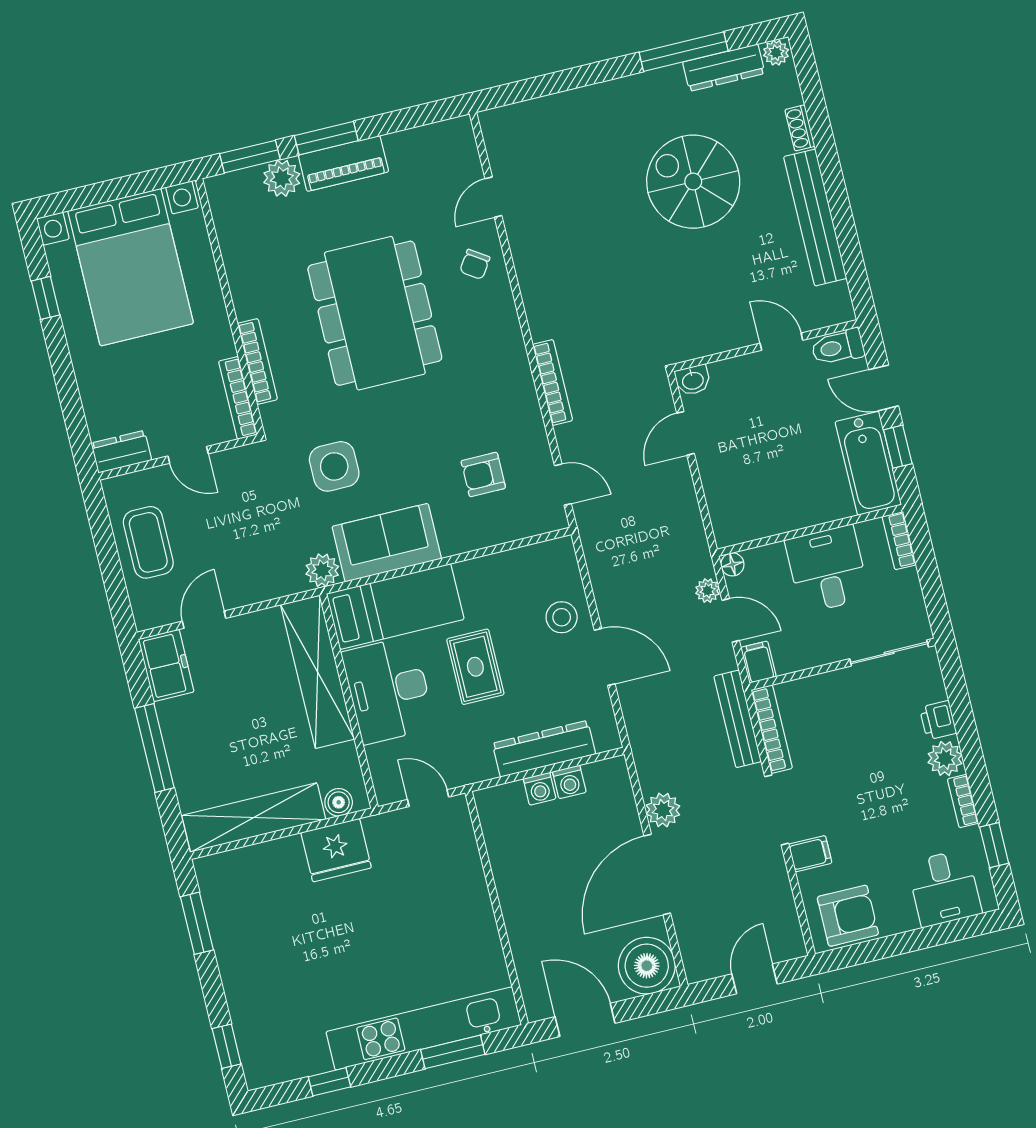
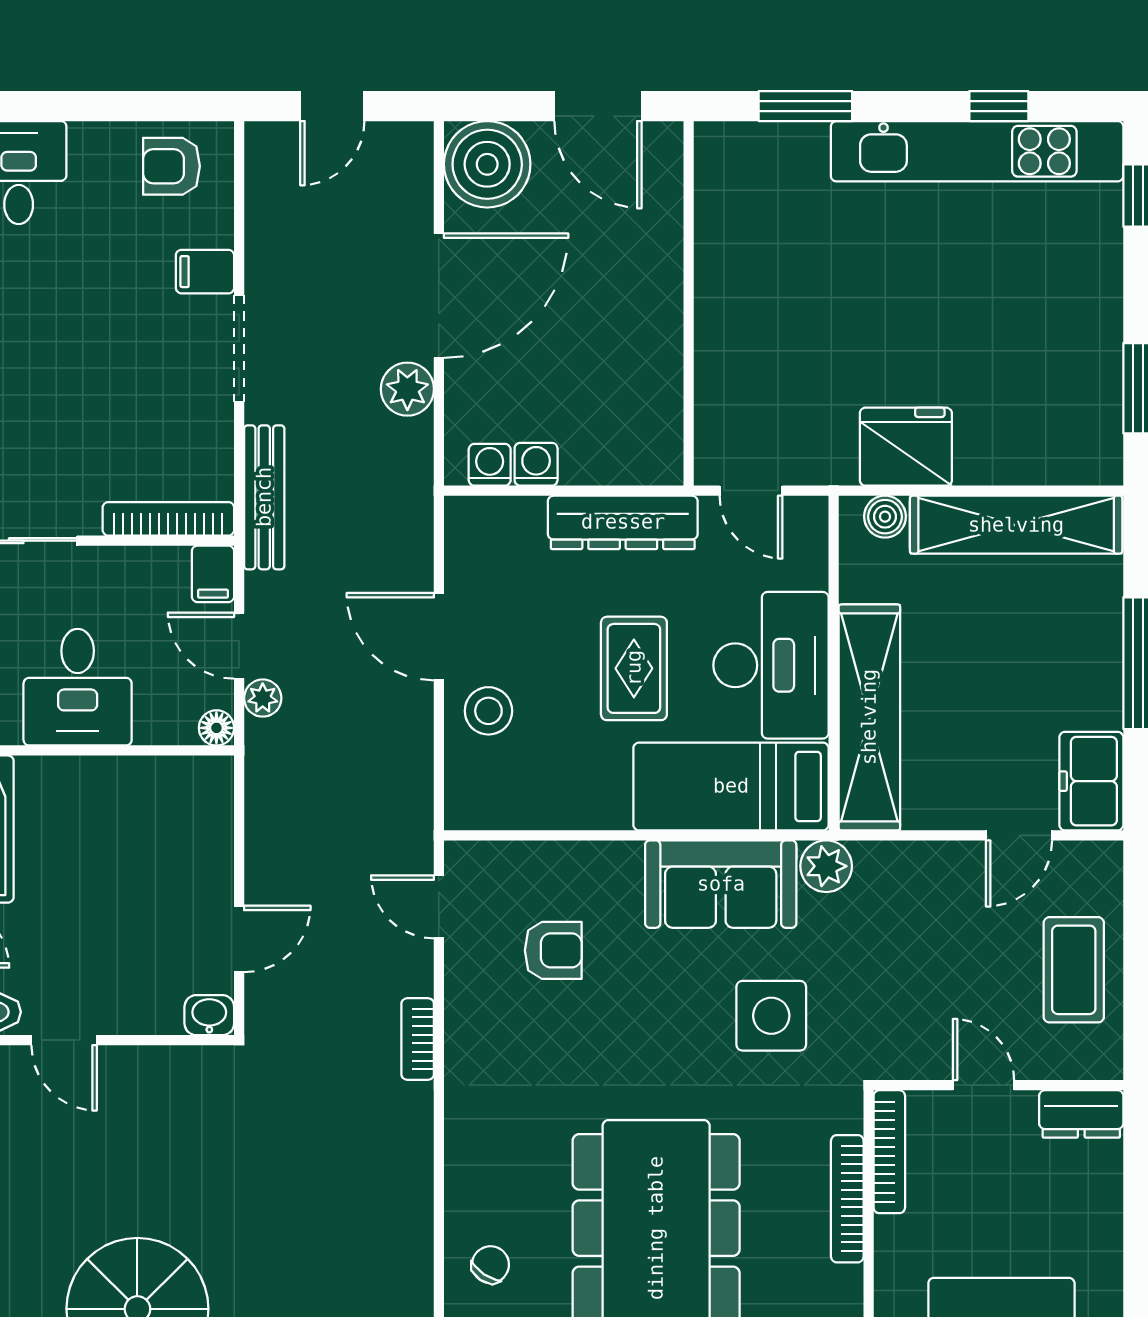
bookcase: (553, 382) -> (418, 1039), width x0.64
bookcase: (772, 729) -> (168, 519), moved, turned 90
dresser: (544, 749) -> (623, 522), moved
washing machine: (540, 789) -> (490, 465), moved
armchair: (848, 916) -> (171, 166), width x0.72, depth x0.72
kitchen unit: (424, 1028) -> (977, 151), moved

